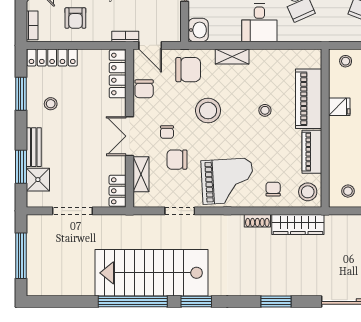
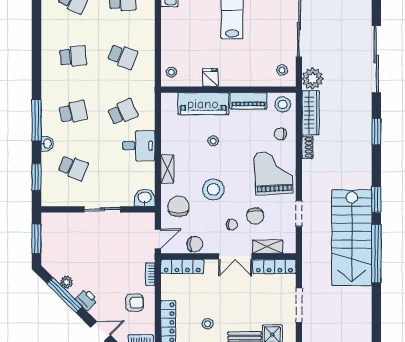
bookcase: (125, 37) -> (150, 274), moved
locker: (118, 191) -> (274, 267), width x1.53
plant: (338, 227) -> (313, 79), added

